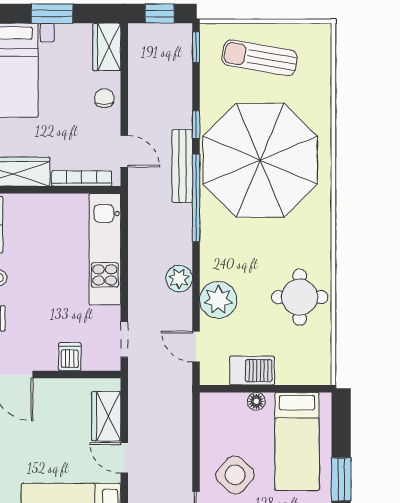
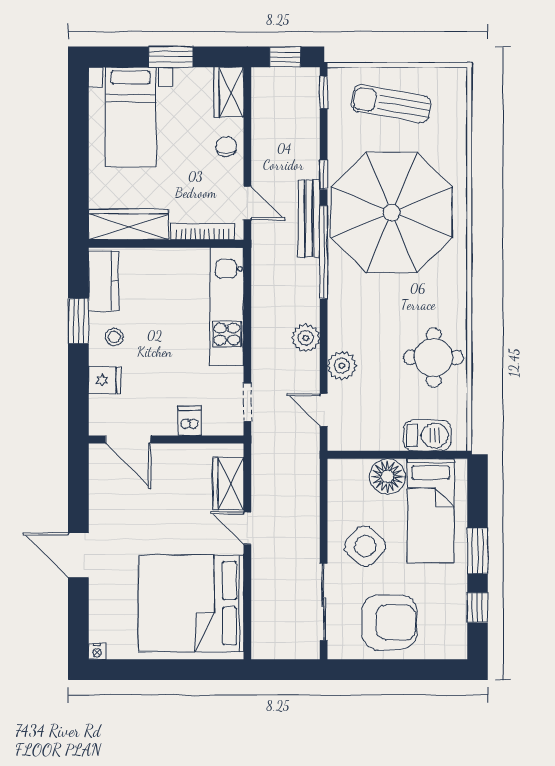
plant: (218, 300) -> (342, 366), width x0.73, depth x0.73
barbecue: (252, 371) -> (427, 435), moved
floor lamp: (256, 401) -> (387, 476), width x1.89, depth x1.89

